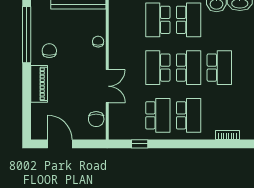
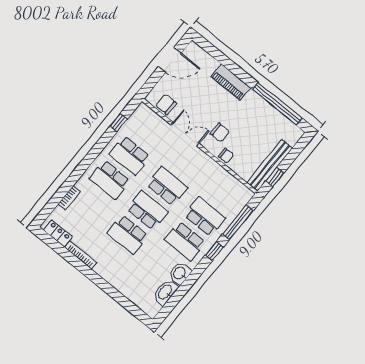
chair: (49, 51) -> (220, 133), moved
school desk: (189, 68) -> (147, 210), turned 180
double door: (107, 86) -> (185, 134), swing flipped

